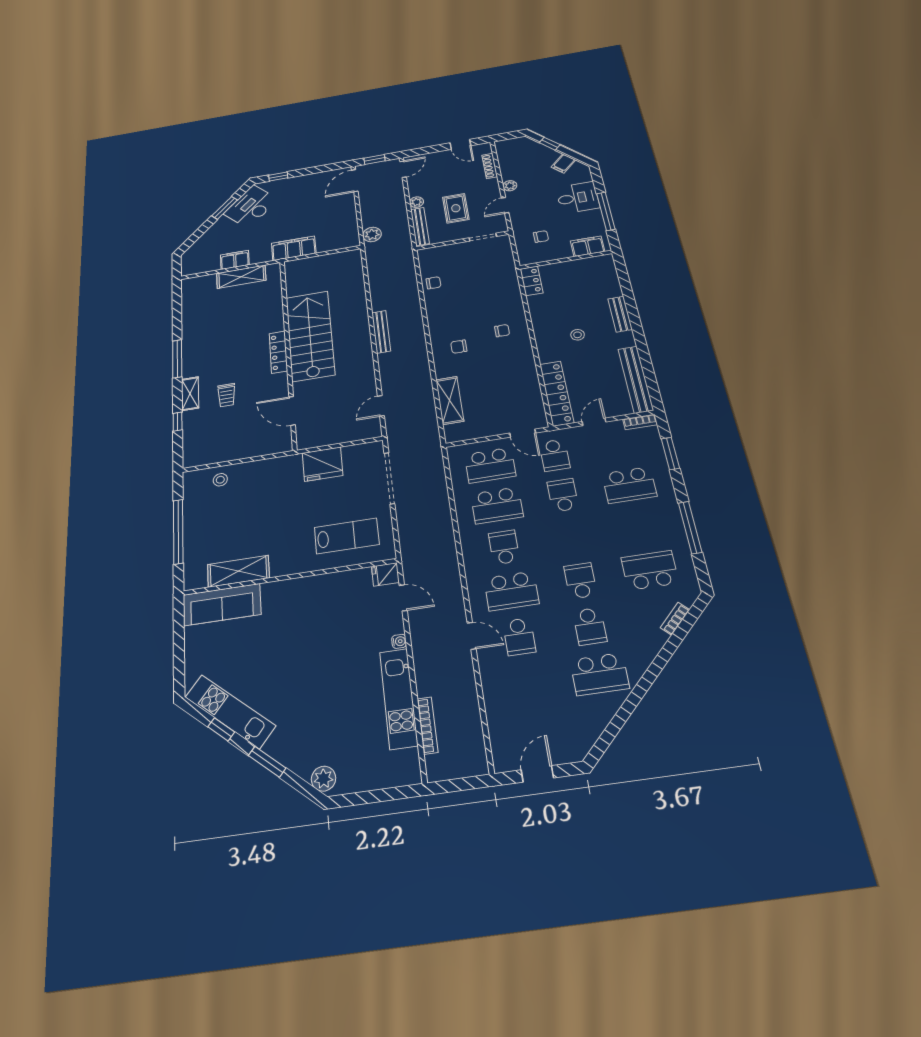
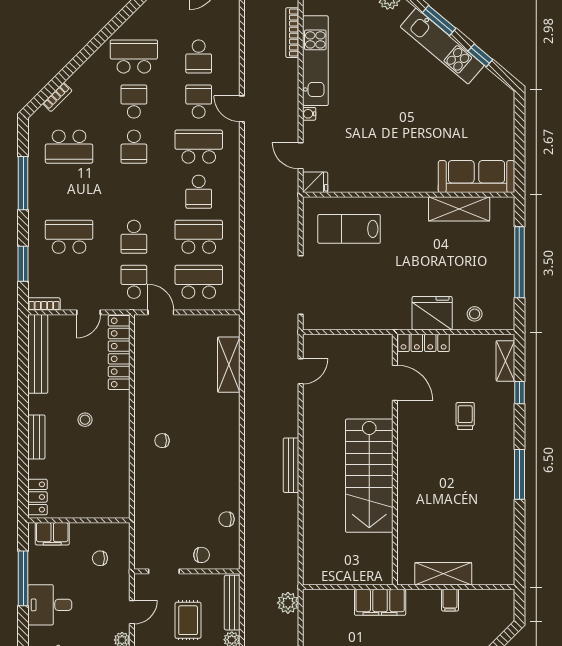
filing cabinet: (235, 260) -> (450, 600), width x0.50
locker: (532, 281) -> (37, 497), moved, turned 180
chair: (459, 347) -> (202, 555), moved
locker: (278, 352) -> (424, 343), moved, turned 90
shelving: (190, 394) -> (505, 361), moved
fridge: (323, 464) -> (432, 313), moved
school desk: (527, 684) -> (199, 56), added
kitchen unit: (230, 711) -> (442, 46), moved

